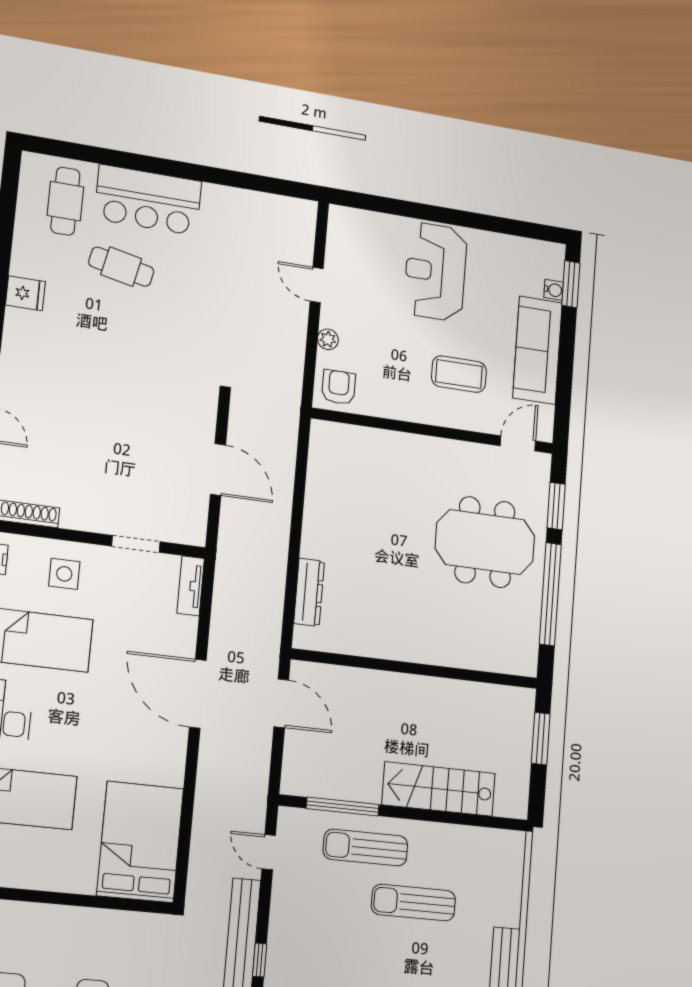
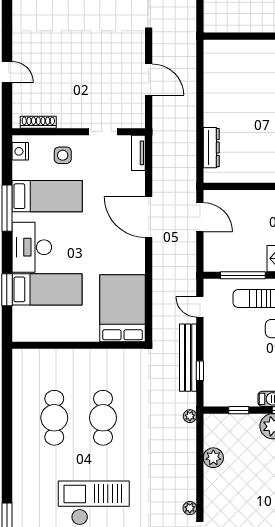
armchair: (339, 387) -> (219, 17), removed

